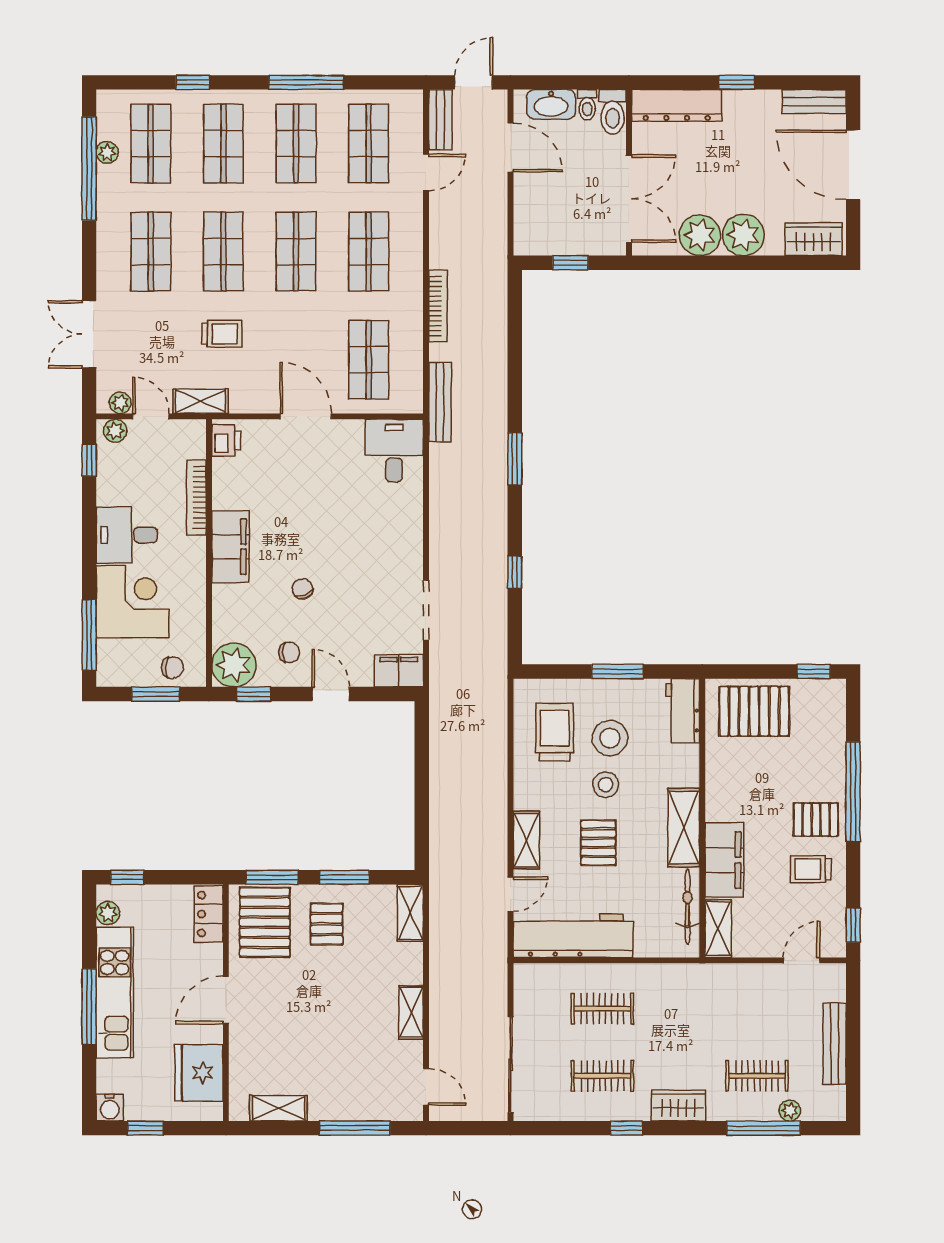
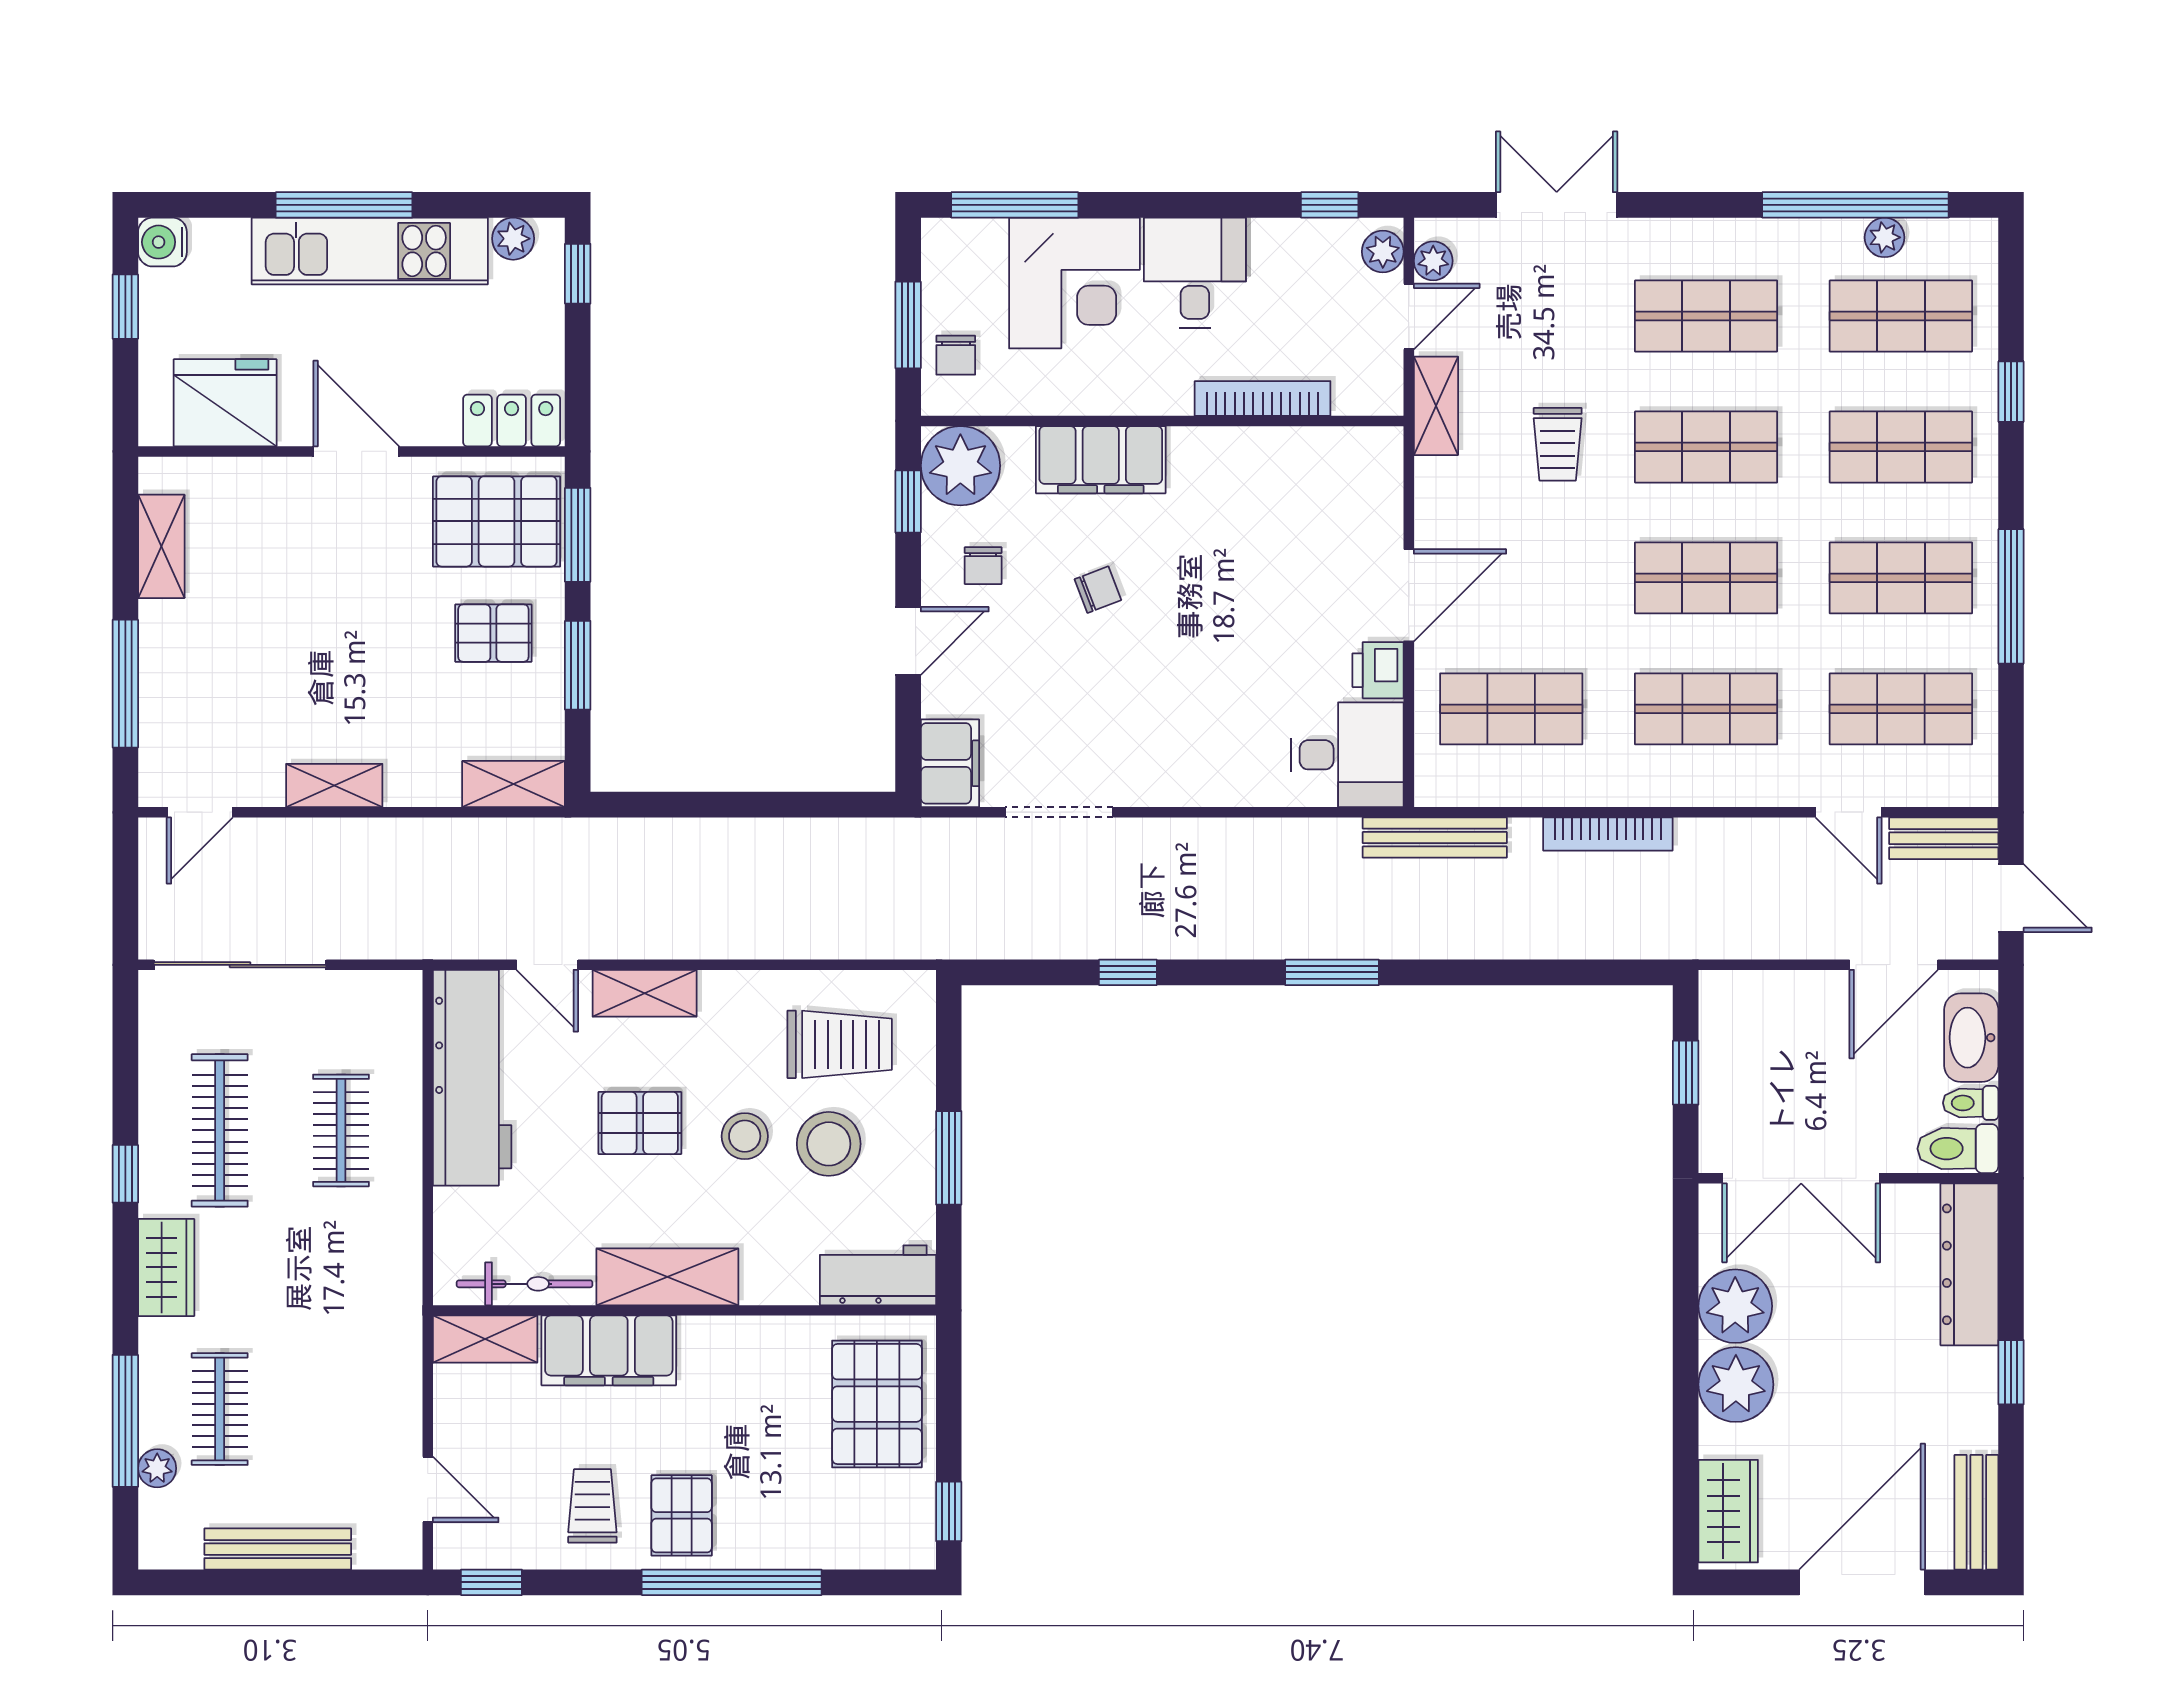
printer: (226, 441) -> (1378, 670), moved, turned 90
filing cabinet: (230, 547) -> (1101, 460), moved
clothes rail: (602, 1076) -> (220, 1130), width x1.36

